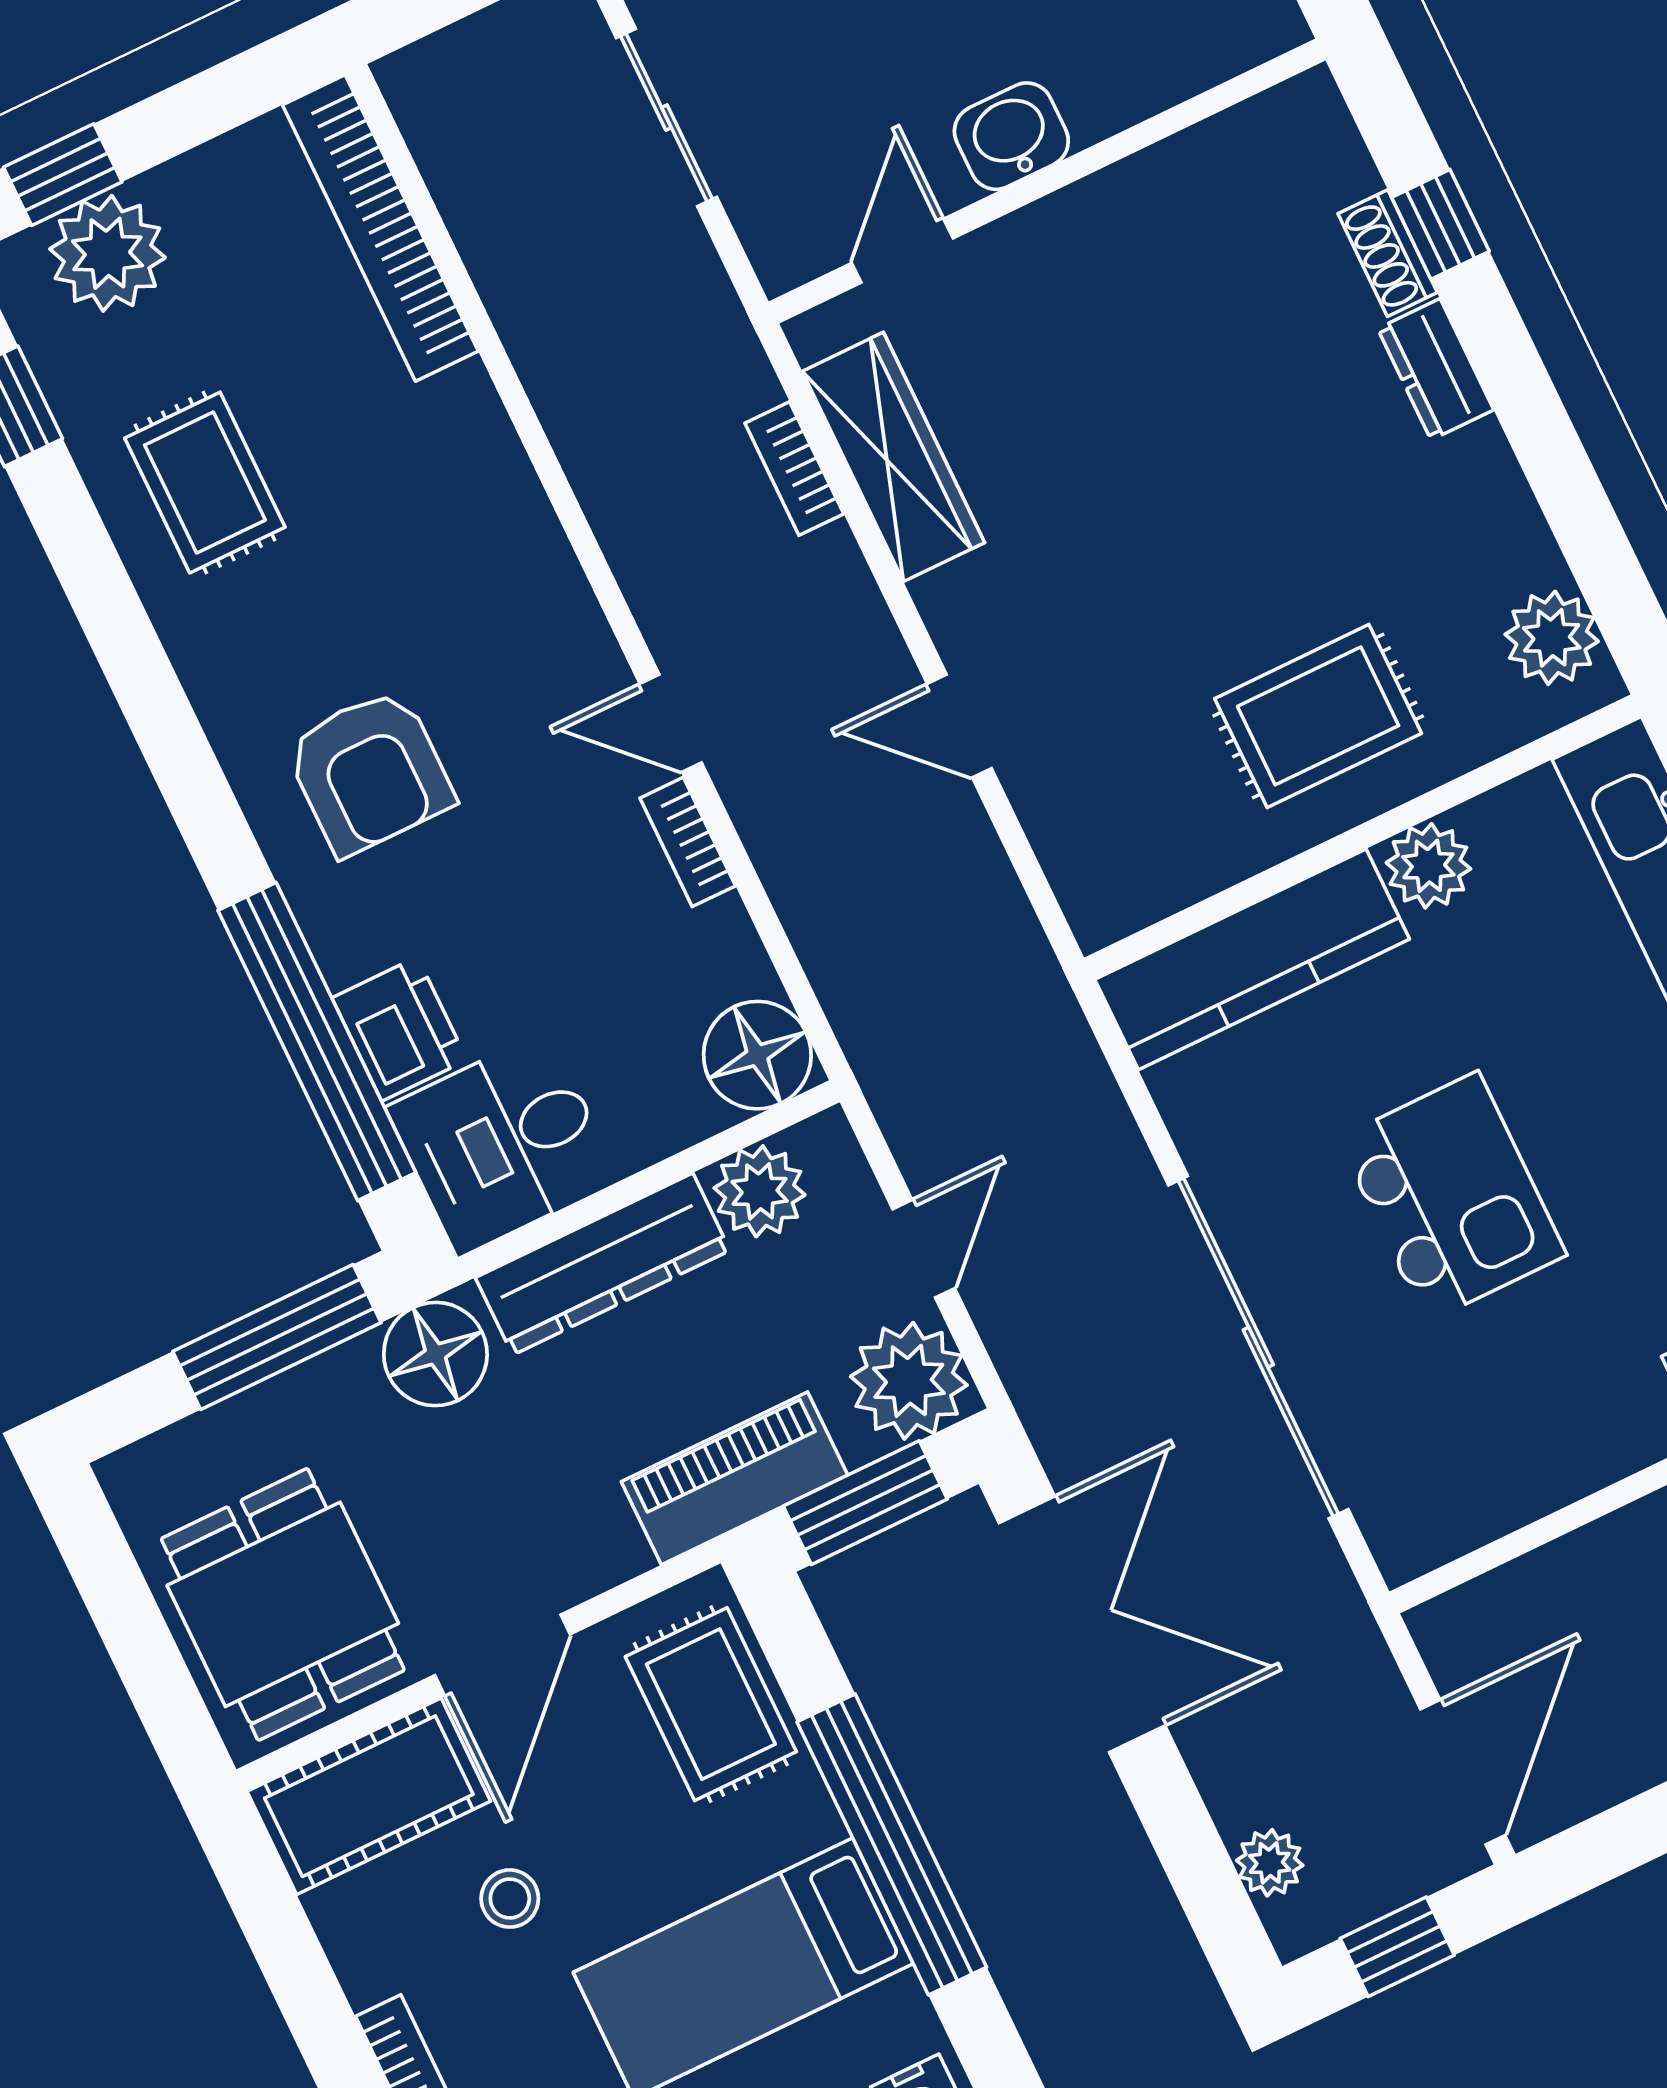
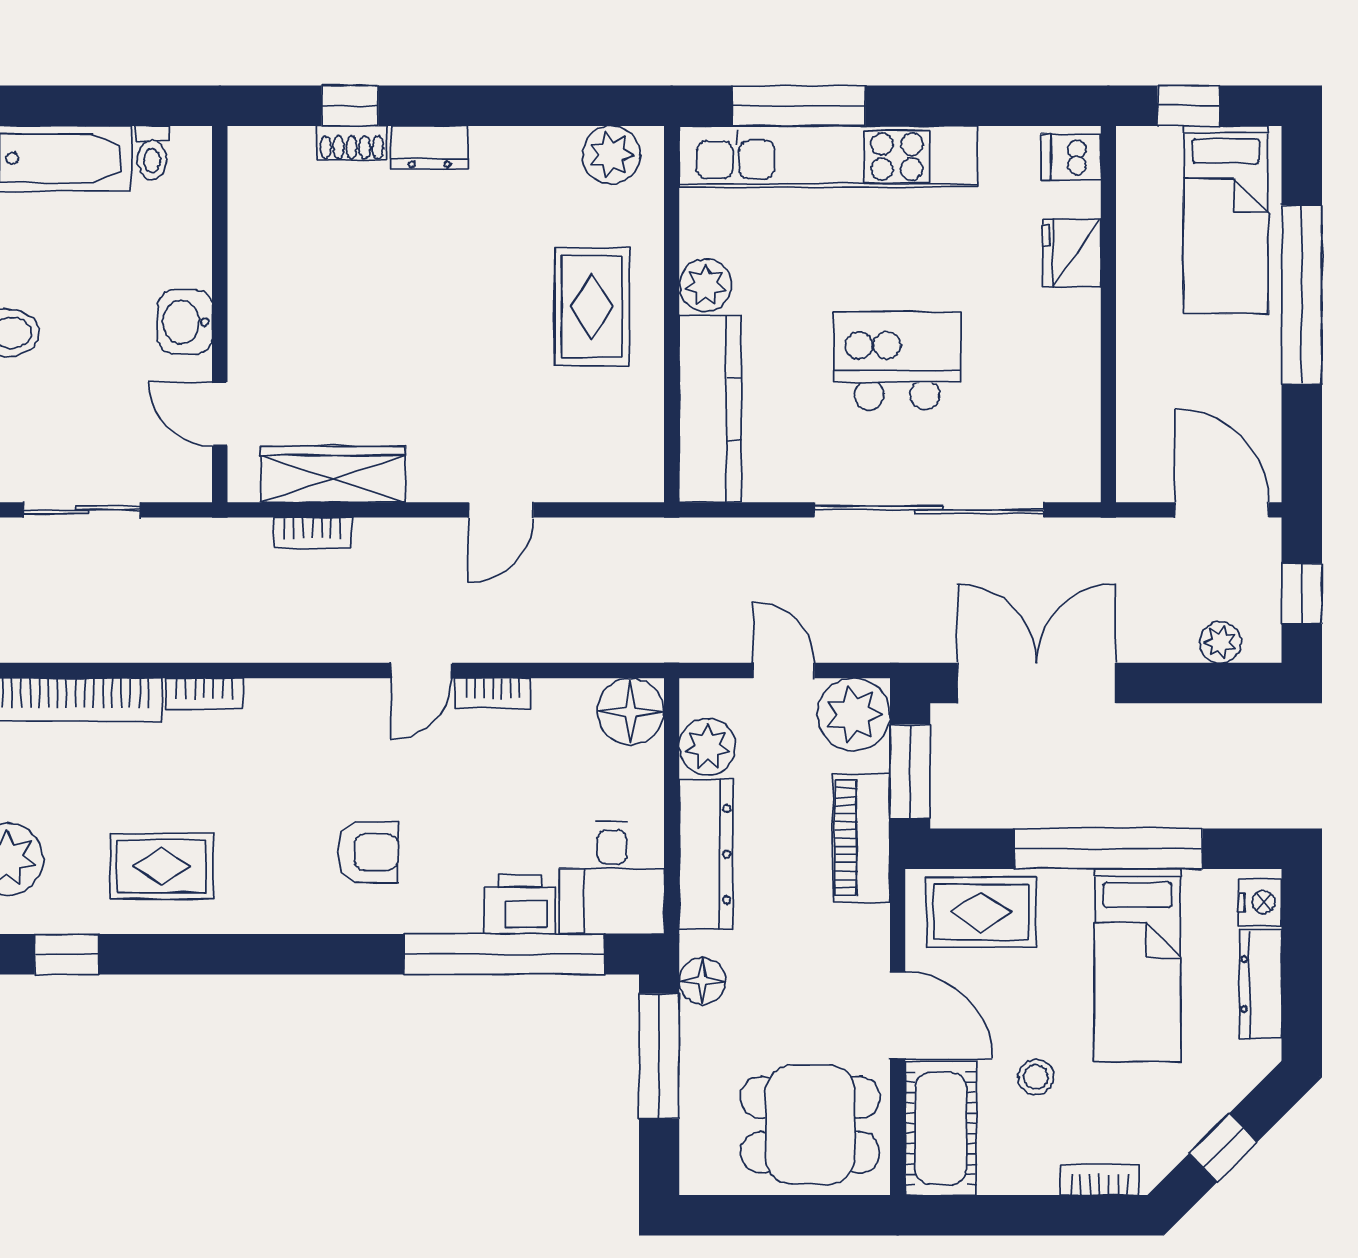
bookcase: (486, 423) -> (204, 693), added
armchair: (369, 772) -> (368, 852), width x0.72, depth x0.72
floor lamp: (435, 1354) -> (703, 981), width x0.73, depth x0.73

